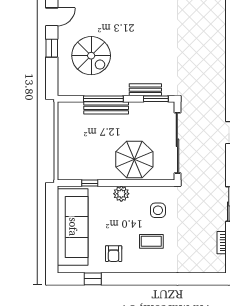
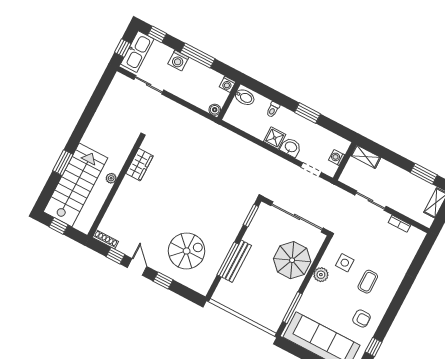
bench: (145, 90) -> (239, 221), removed
window: (90, 183) -> (292, 308), width x2.17
plant: (121, 194) -> (321, 275), moved

